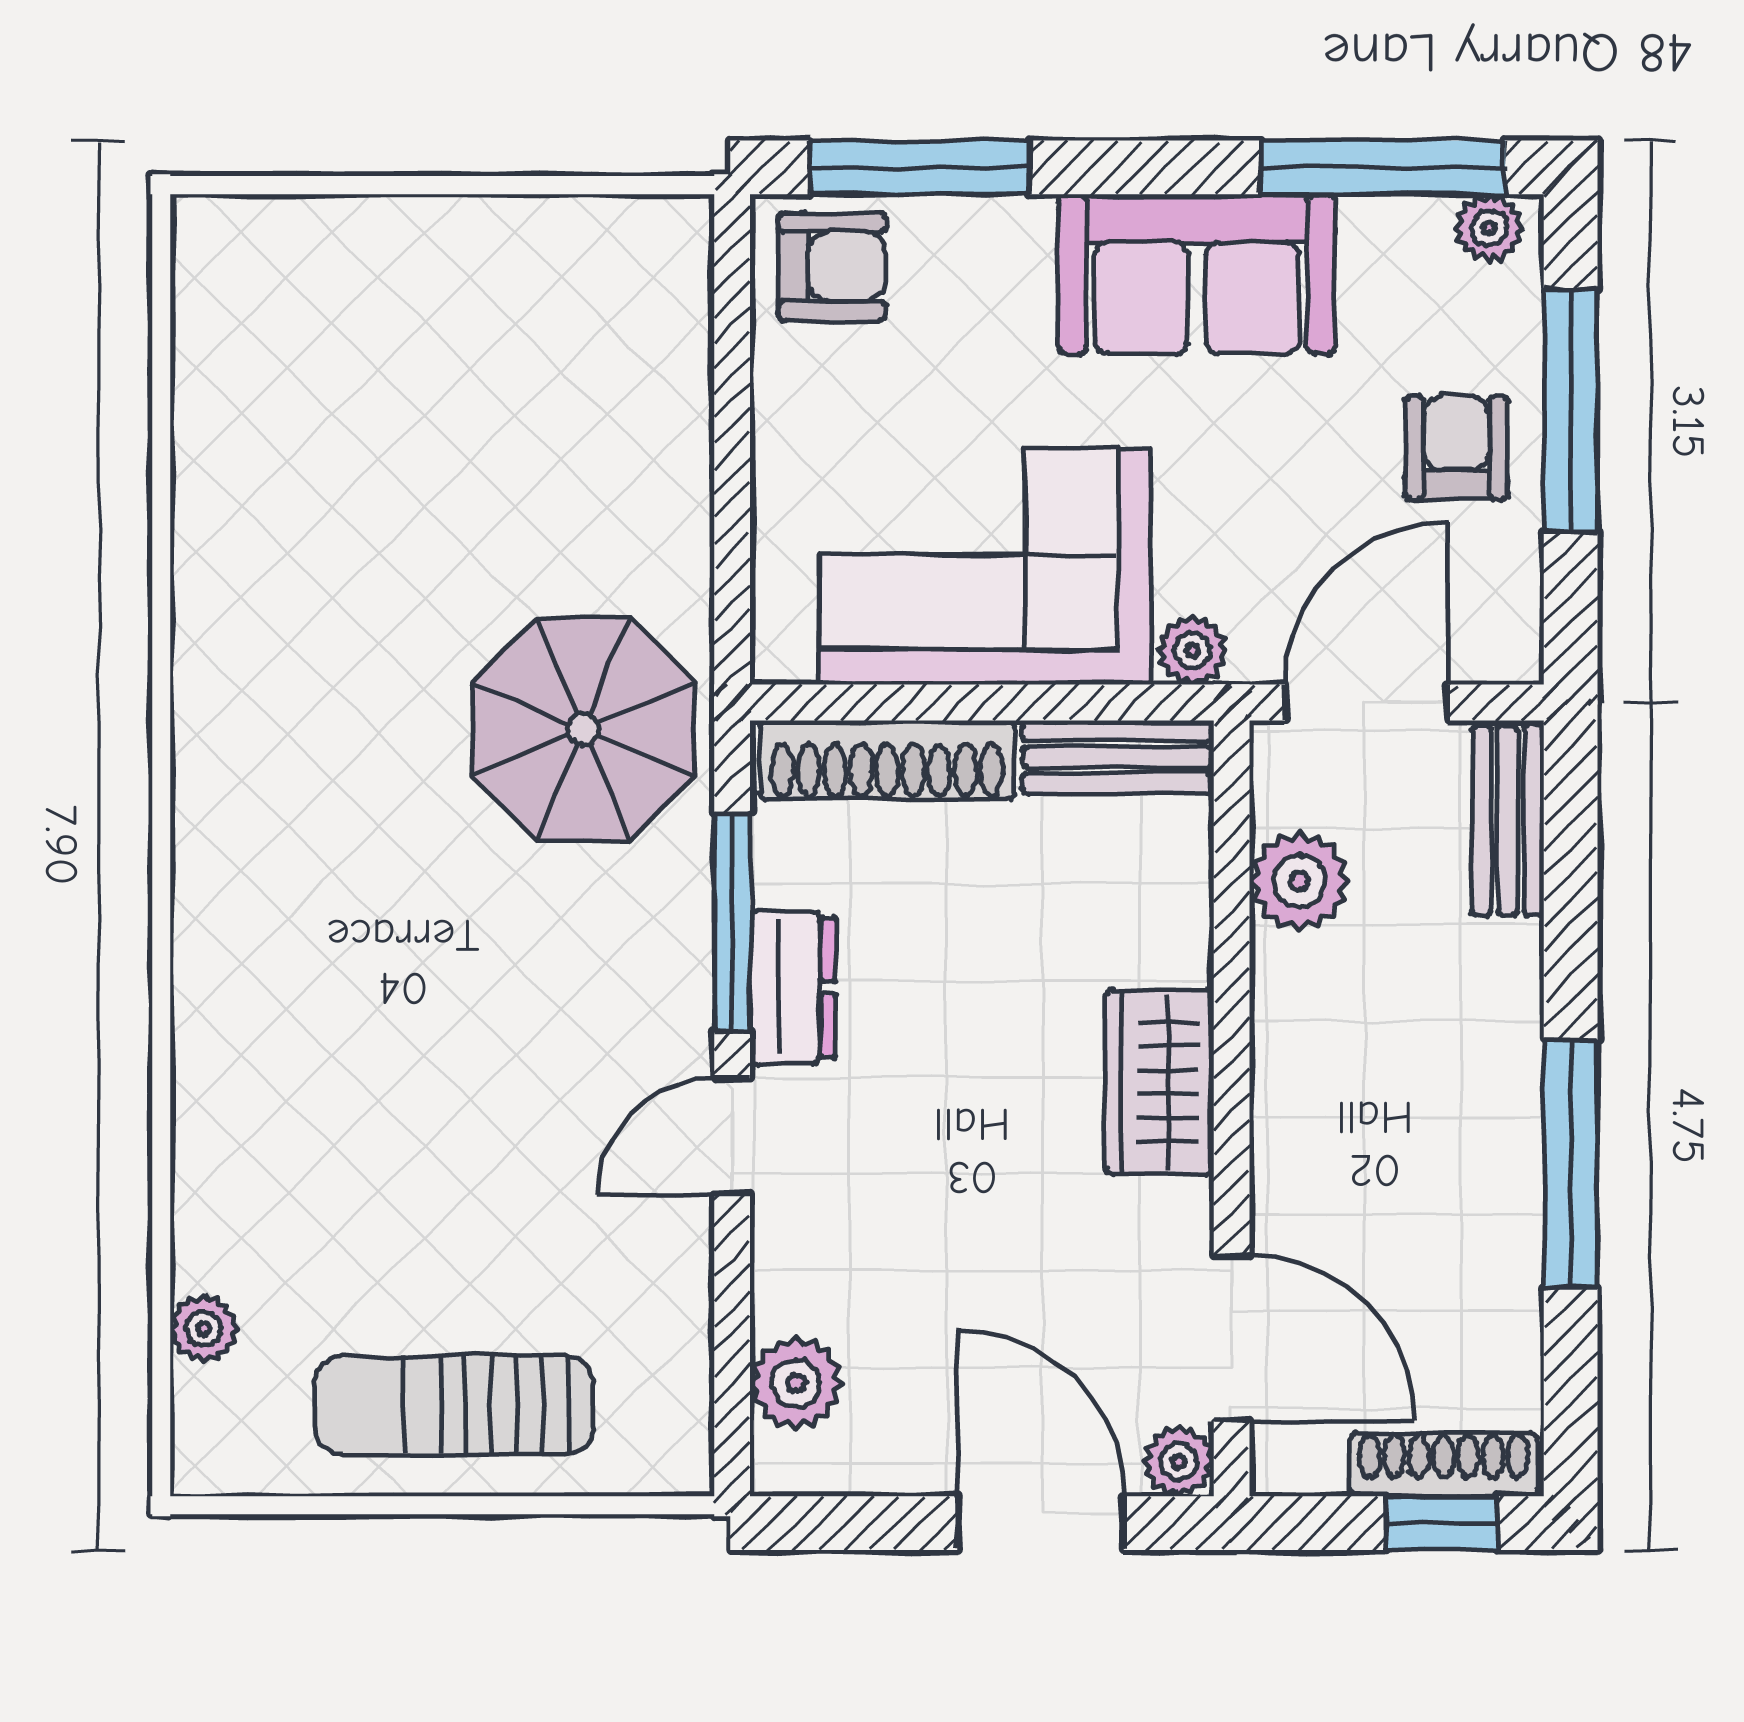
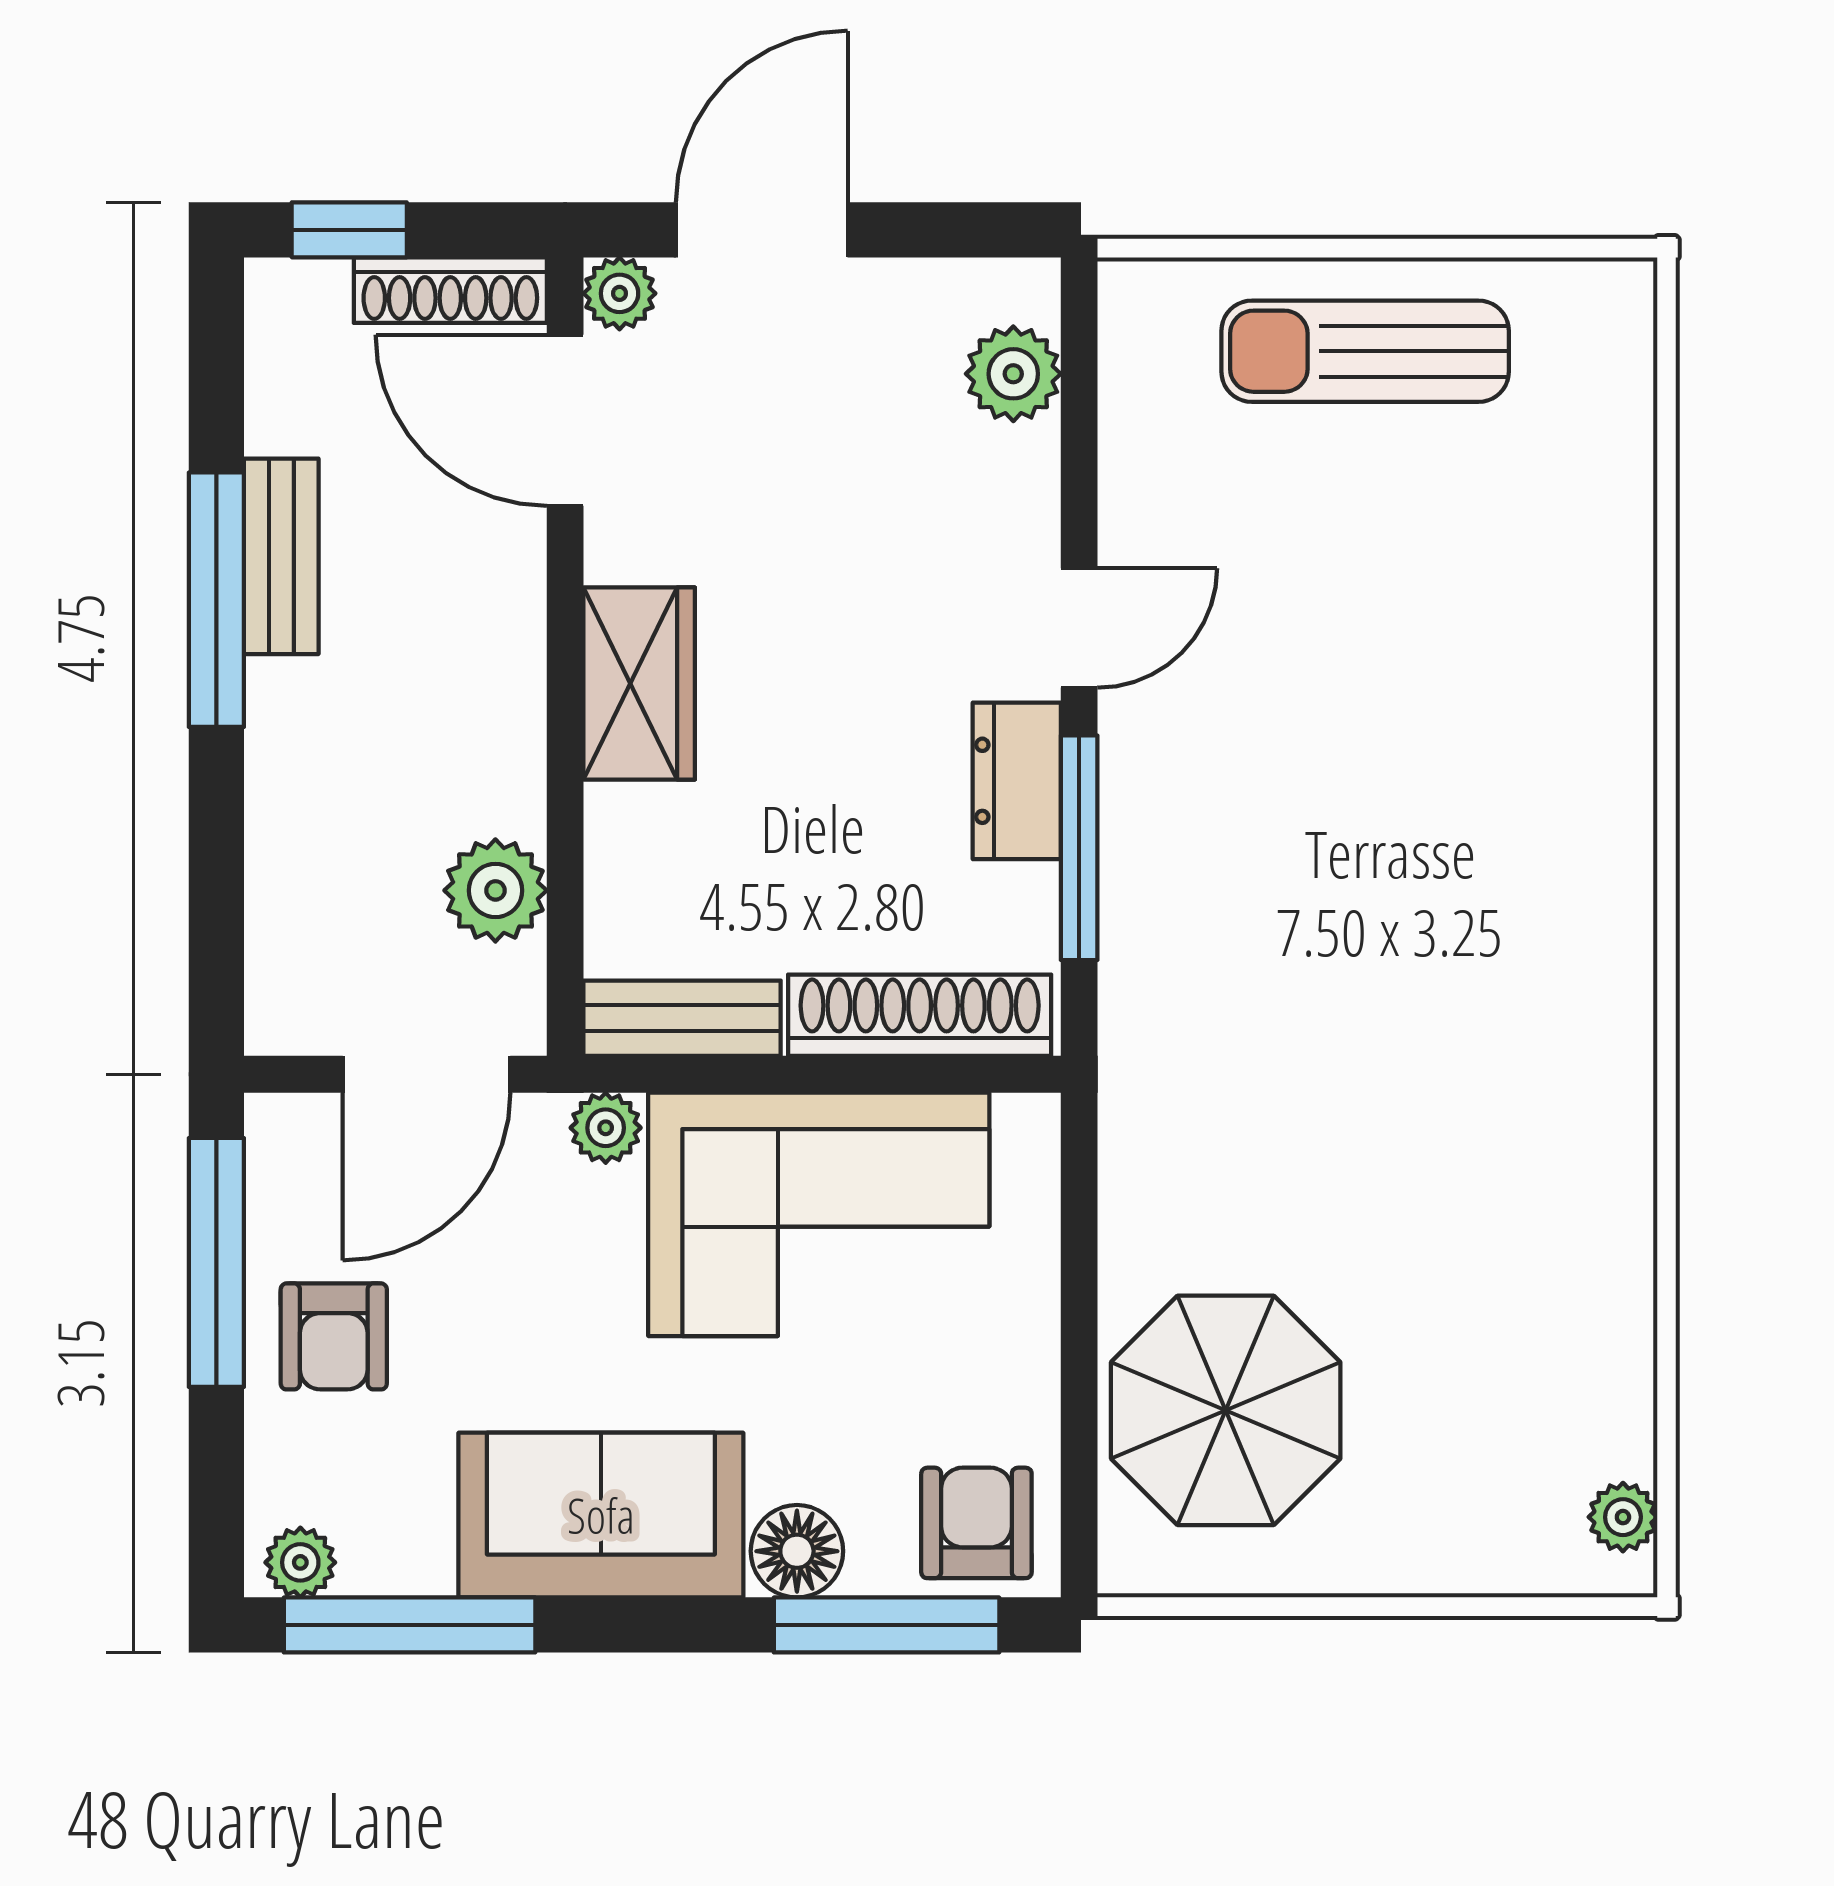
floor lamp: (1006, 239) -> (797, 1551), added
armchair: (832, 266) -> (976, 1523), turned 90
window: (1571, 410) -> (216, 1262), moved
parasol: (583, 729) -> (1226, 1410), moved
bench: (1508, 820) -> (281, 556), moved
plant: (204, 1328) -> (1623, 1517), moved
sun lounger: (454, 1405) -> (1365, 351), turned 180
shoe rack: (1444, 1465) -> (450, 290), moved
door: (1041, 1523) -> (762, 230), swing flipped

